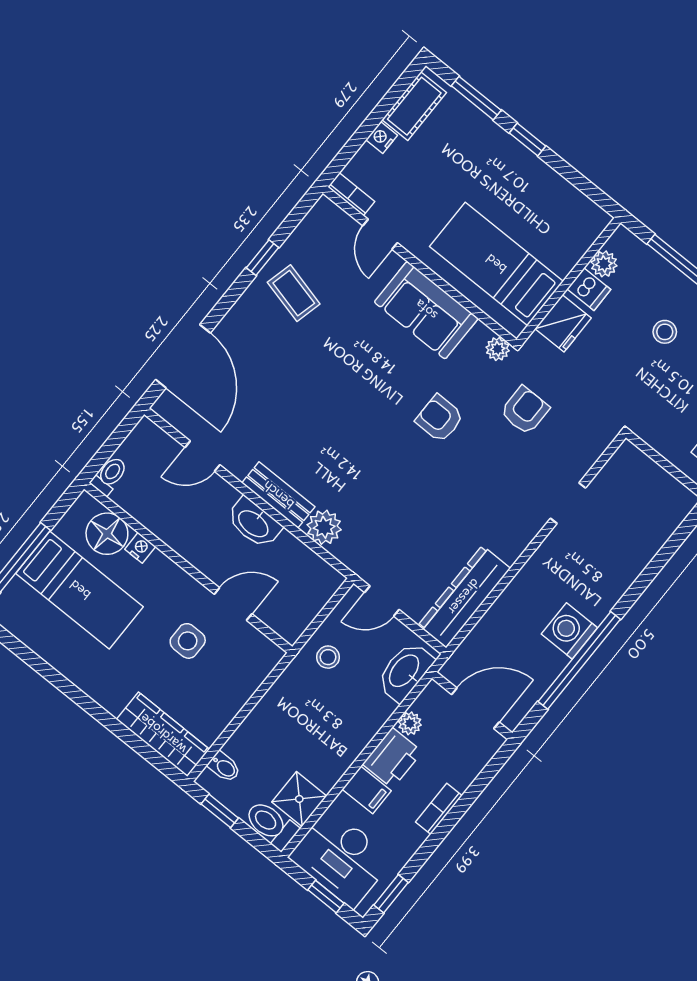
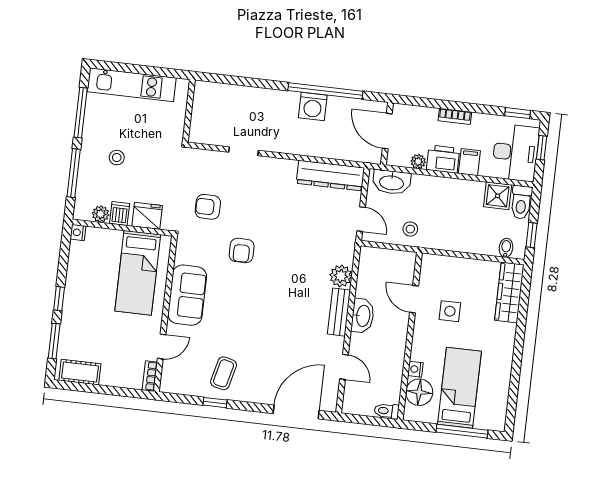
nightstand: (382, 138) -> (78, 232), moved, turned 90
plant: (498, 349) -> (184, 243), removed

